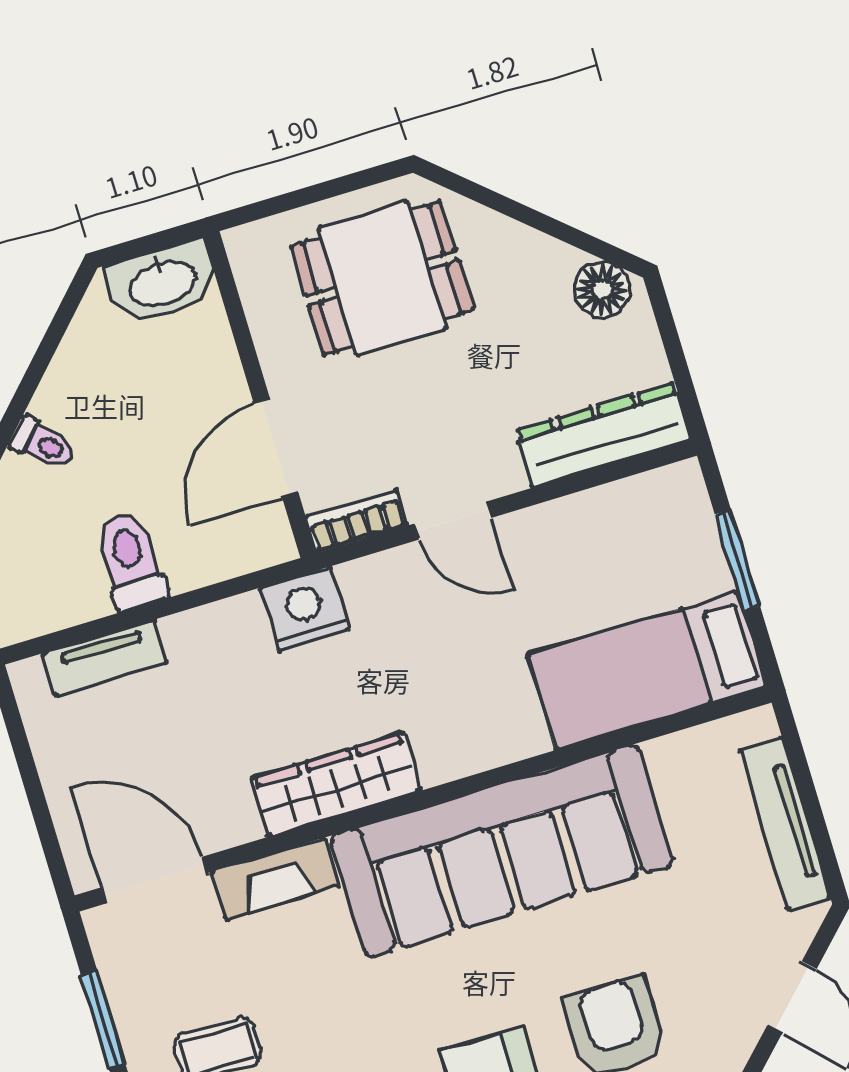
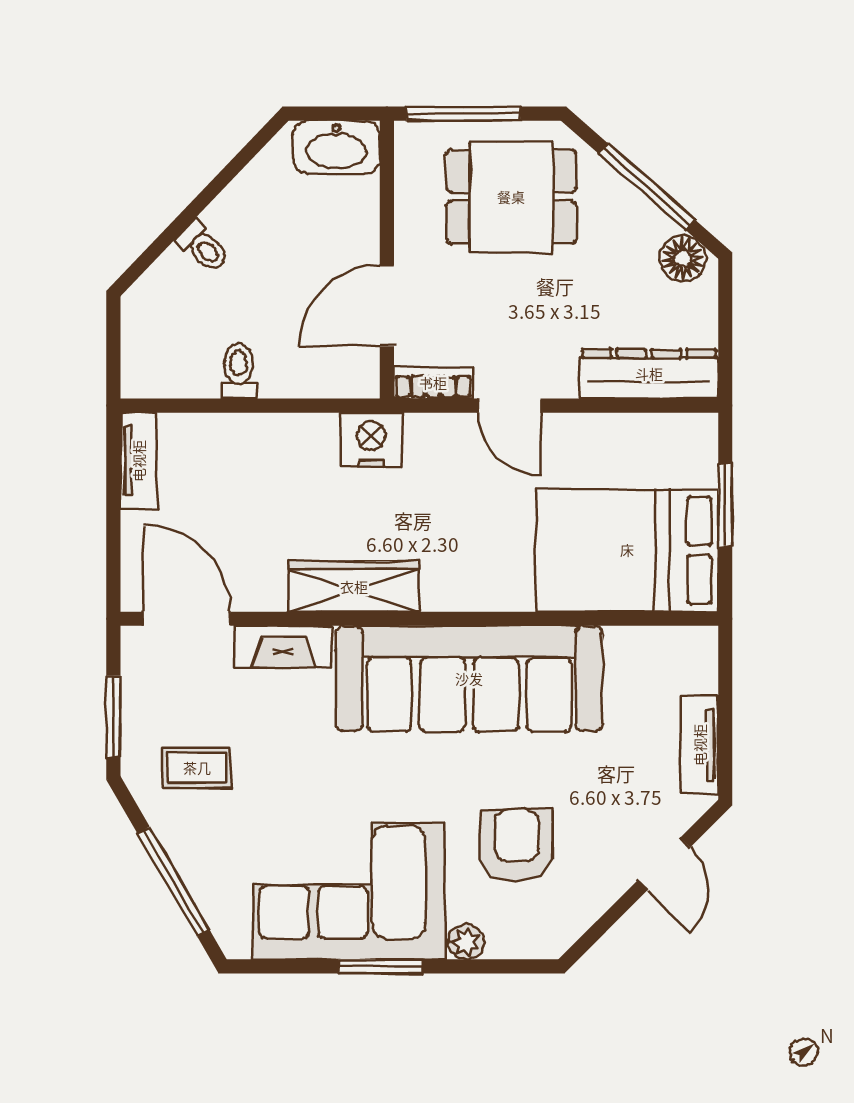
window: (298, 199) -> (463, 114), added
window: (536, 220) -> (647, 187), added
toilet: (131, 561) -> (239, 371), width x0.73, depth x0.72
tv unit: (105, 658) -> (139, 461), moved, turned -90
bed: (647, 671) -> (627, 550), width x1.50
tv unit: (784, 824) -> (700, 745), width x0.71

